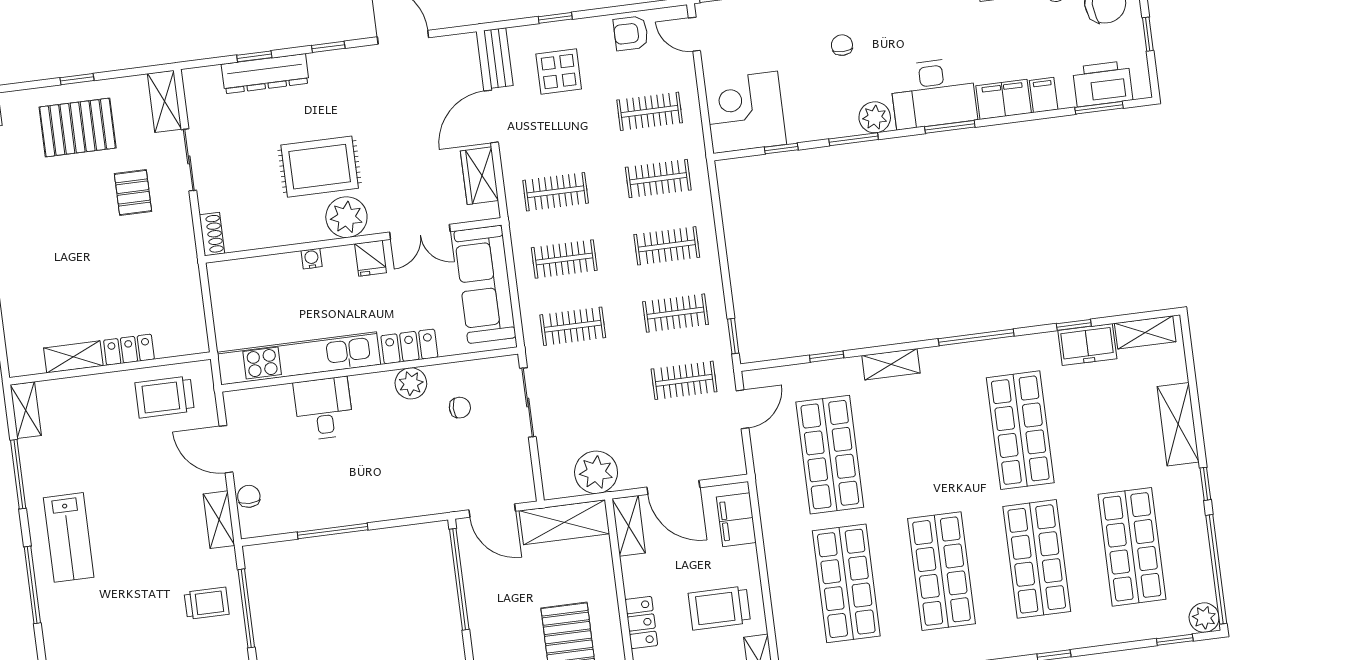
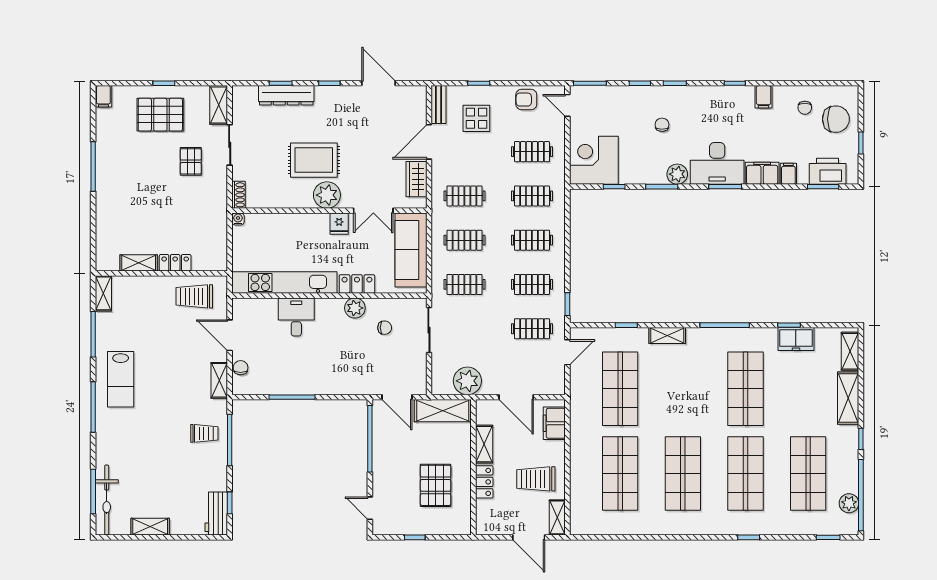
water cooler: (312, 259) -> (238, 219), moved
shelving: (1145, 332) -> (850, 351), moved, turned 90
shelving: (629, 526) -> (484, 444), moved
plant: (1204, 618) -> (849, 503), moved

